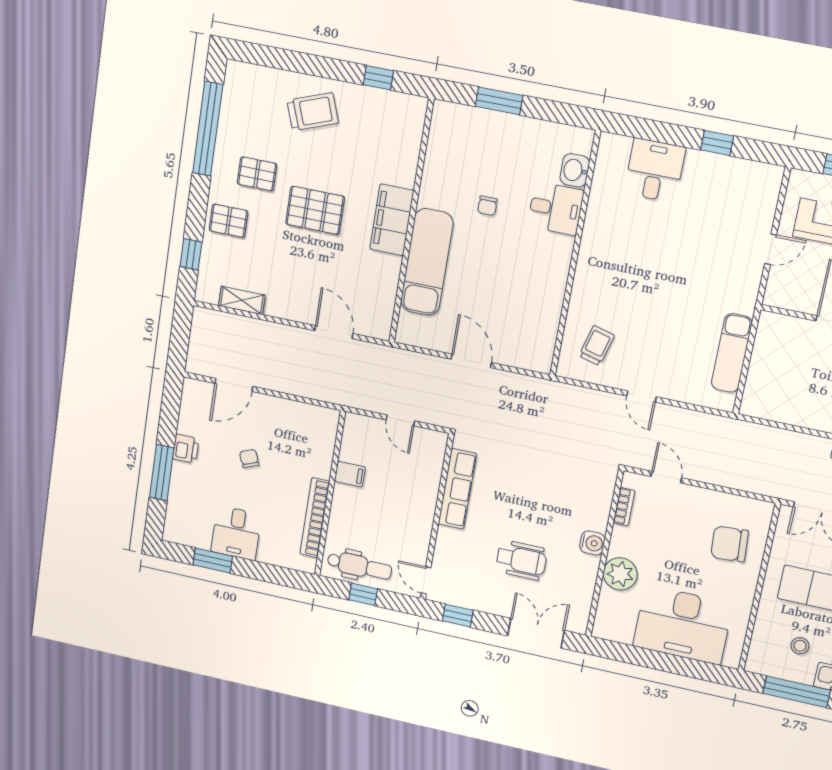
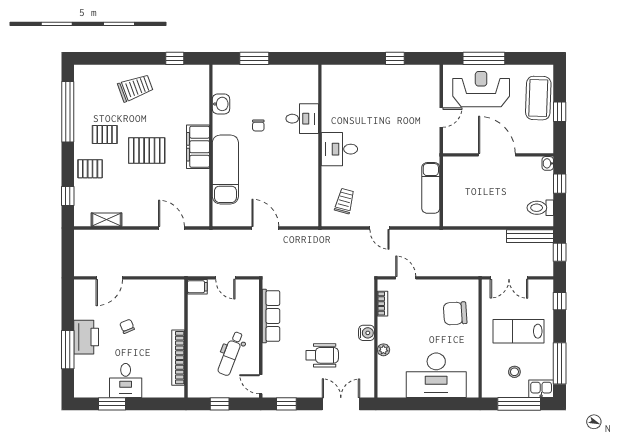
washbasin: (575, 170) -> (221, 104), moved, turned 180
desk: (655, 170) -> (339, 149), moved, turned -90
printer: (186, 449) -> (86, 337), width x1.87, depth x1.48
filing cabinet: (350, 474) -> (197, 287), moved
dental chair: (359, 566) -> (231, 354), moved, turned 111
plant: (620, 574) -> (383, 350), width x0.53, depth x0.53

